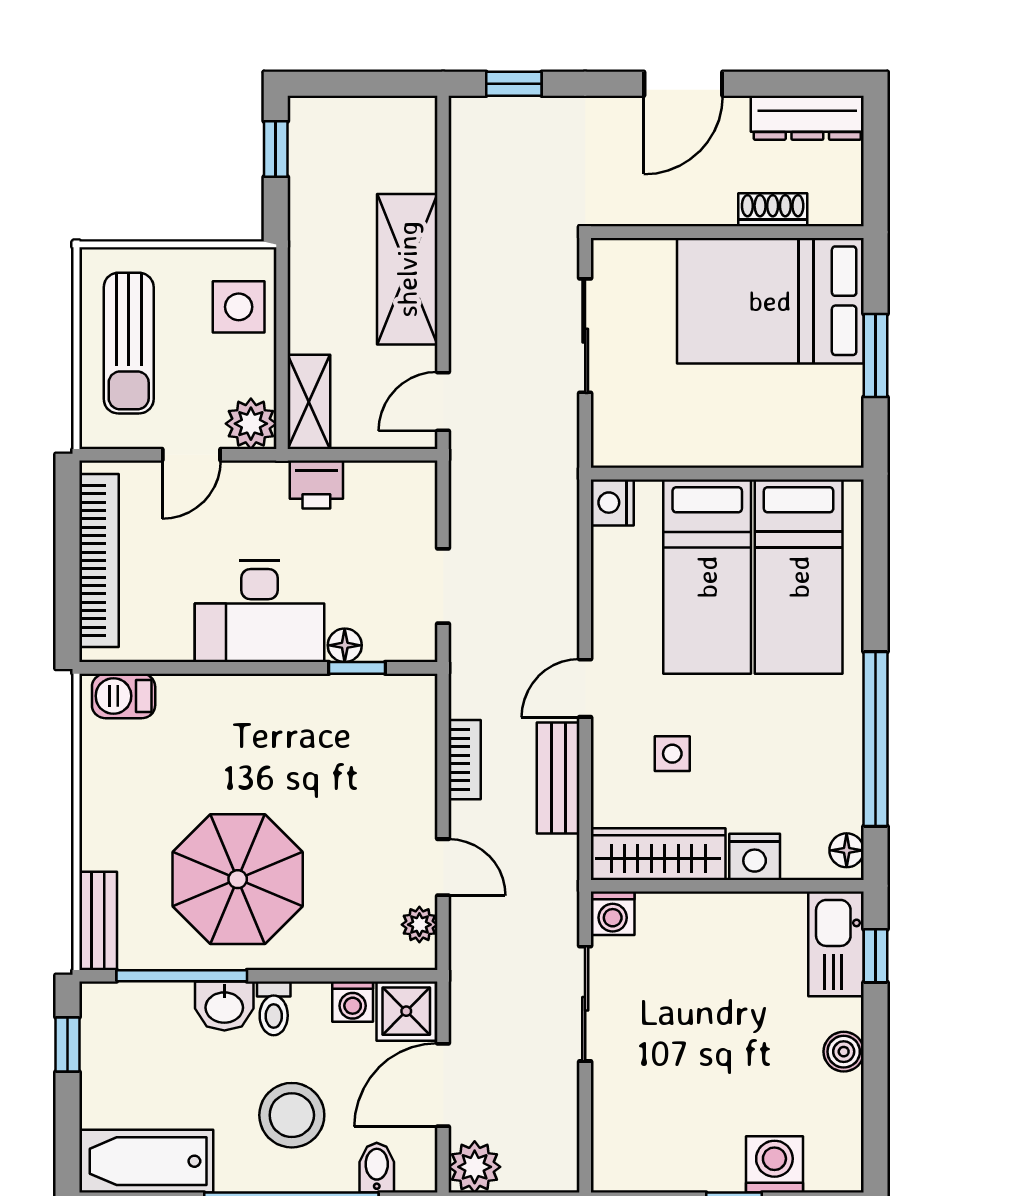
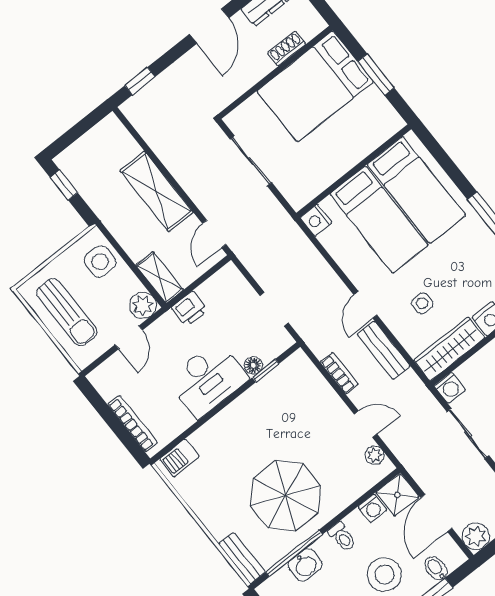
bookcase: (99, 561) -> (133, 424), width x0.68, depth x0.76
washbasin: (224, 1006) -> (305, 565), moved

